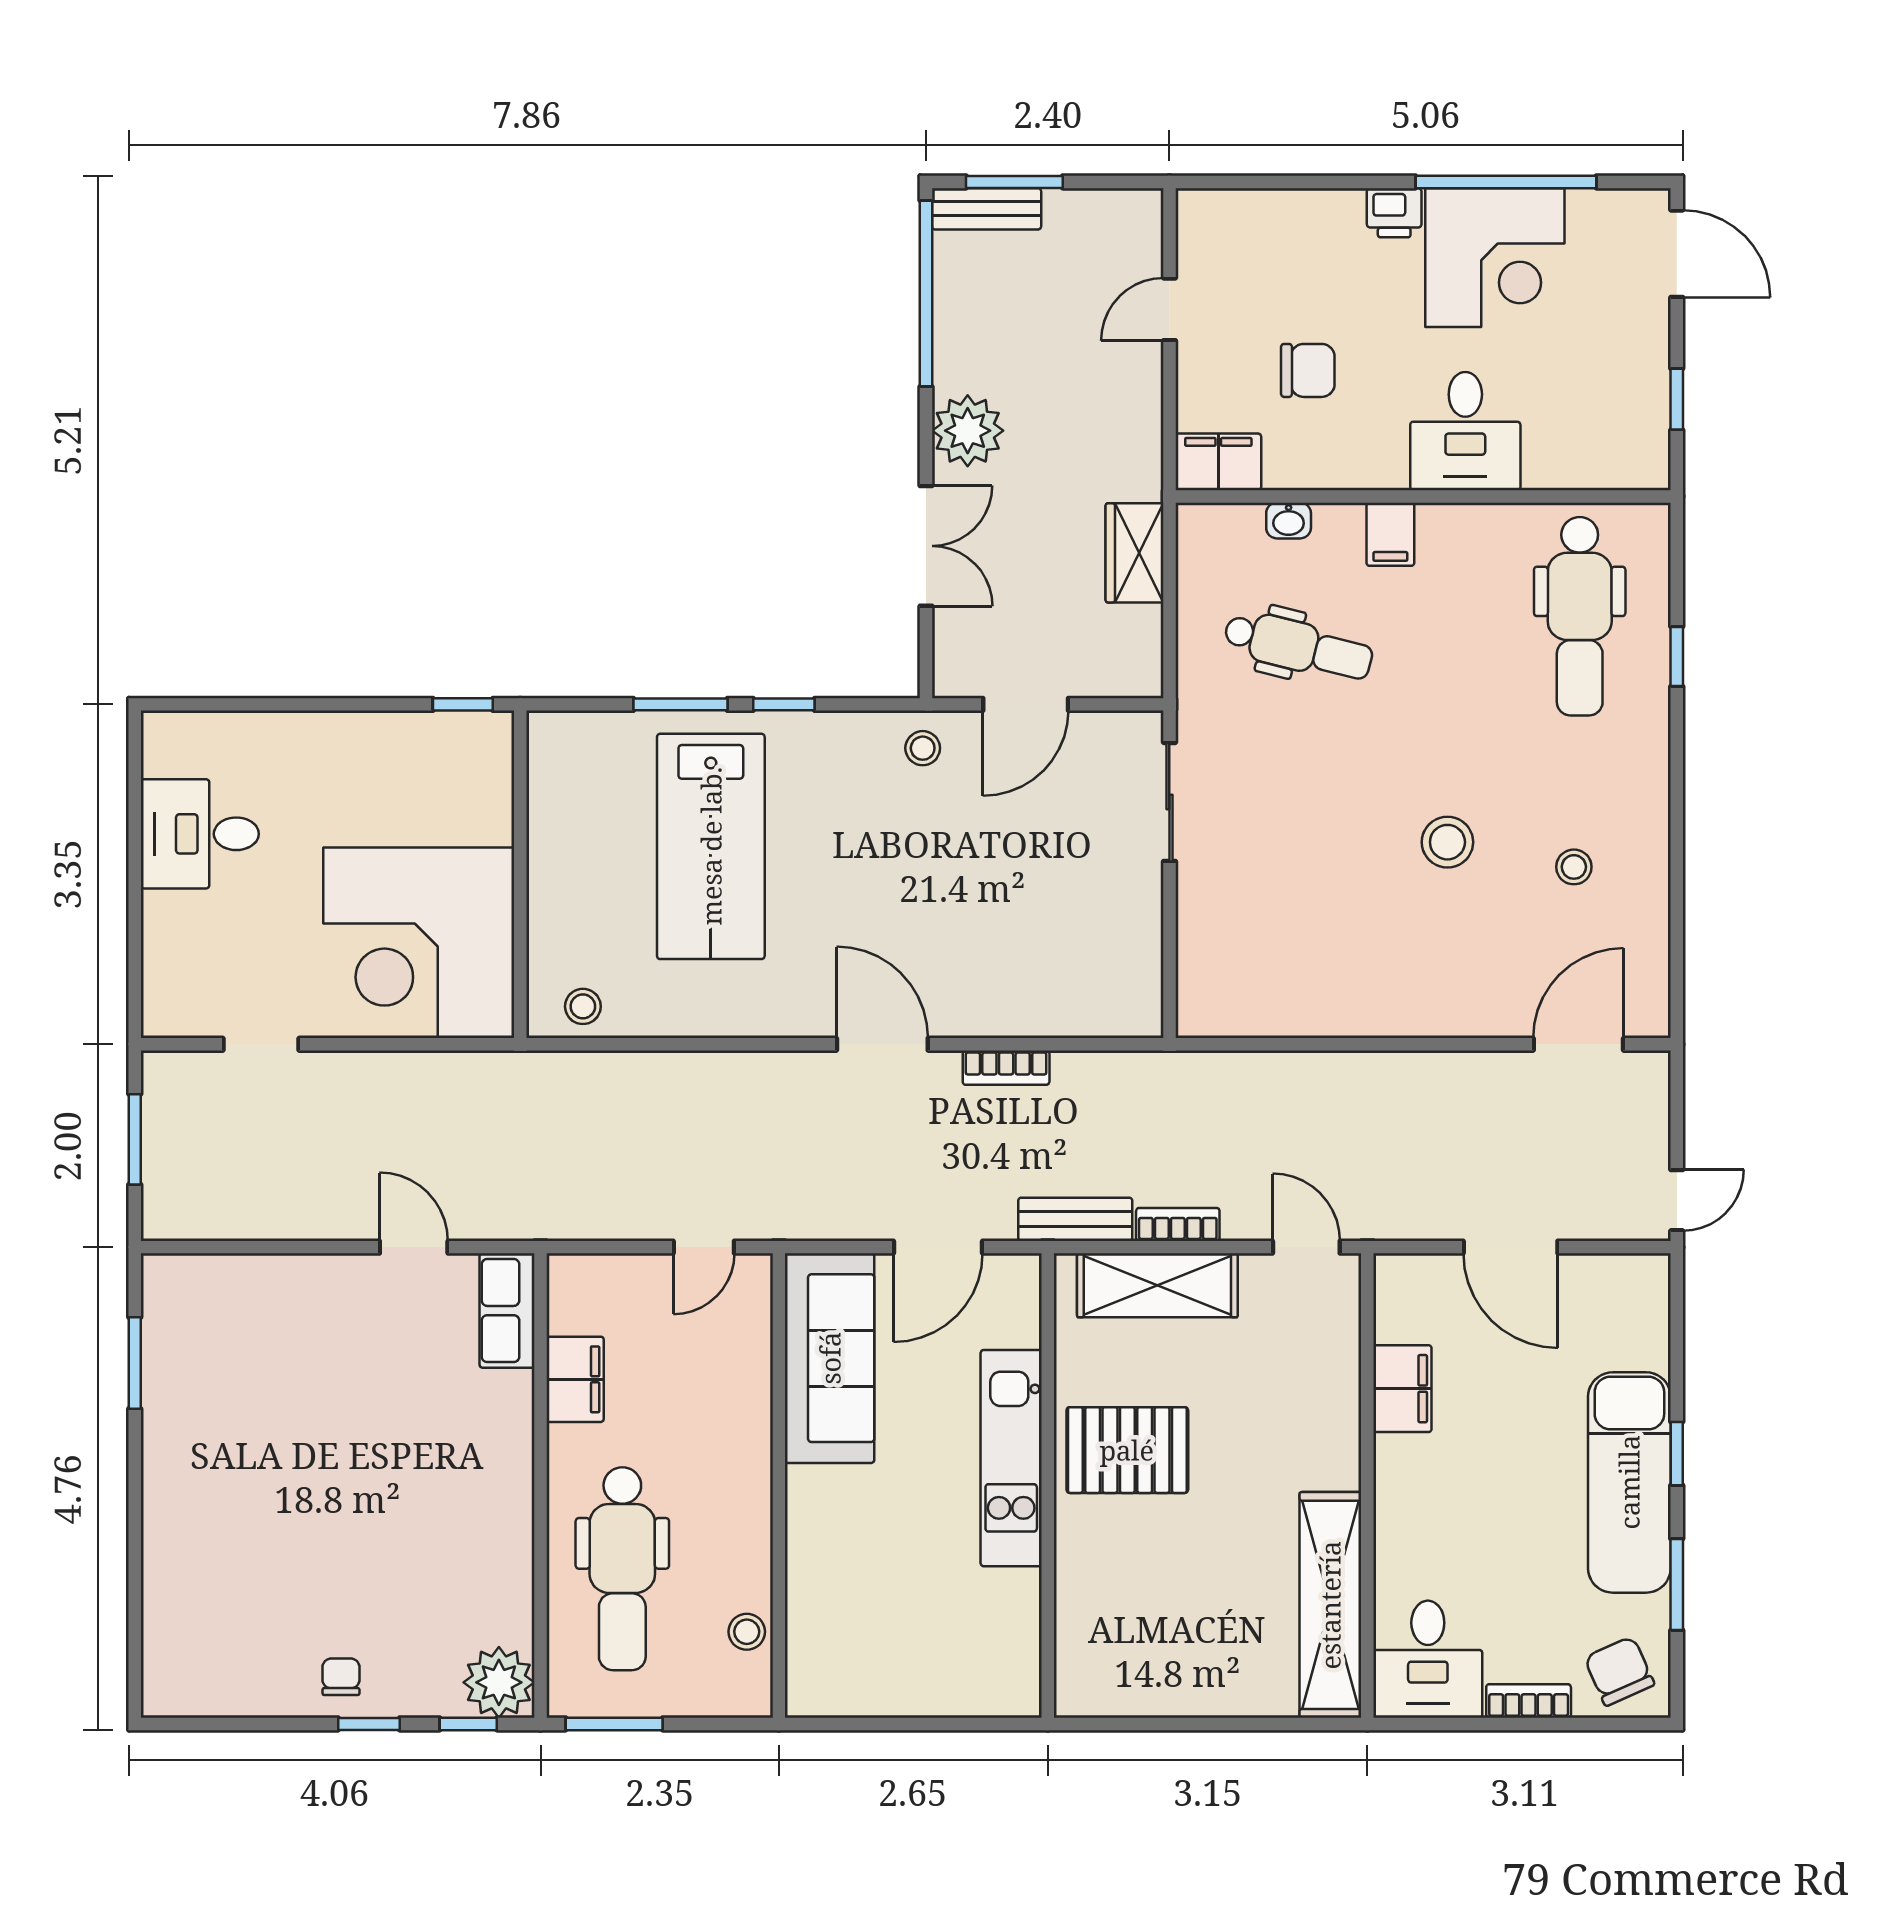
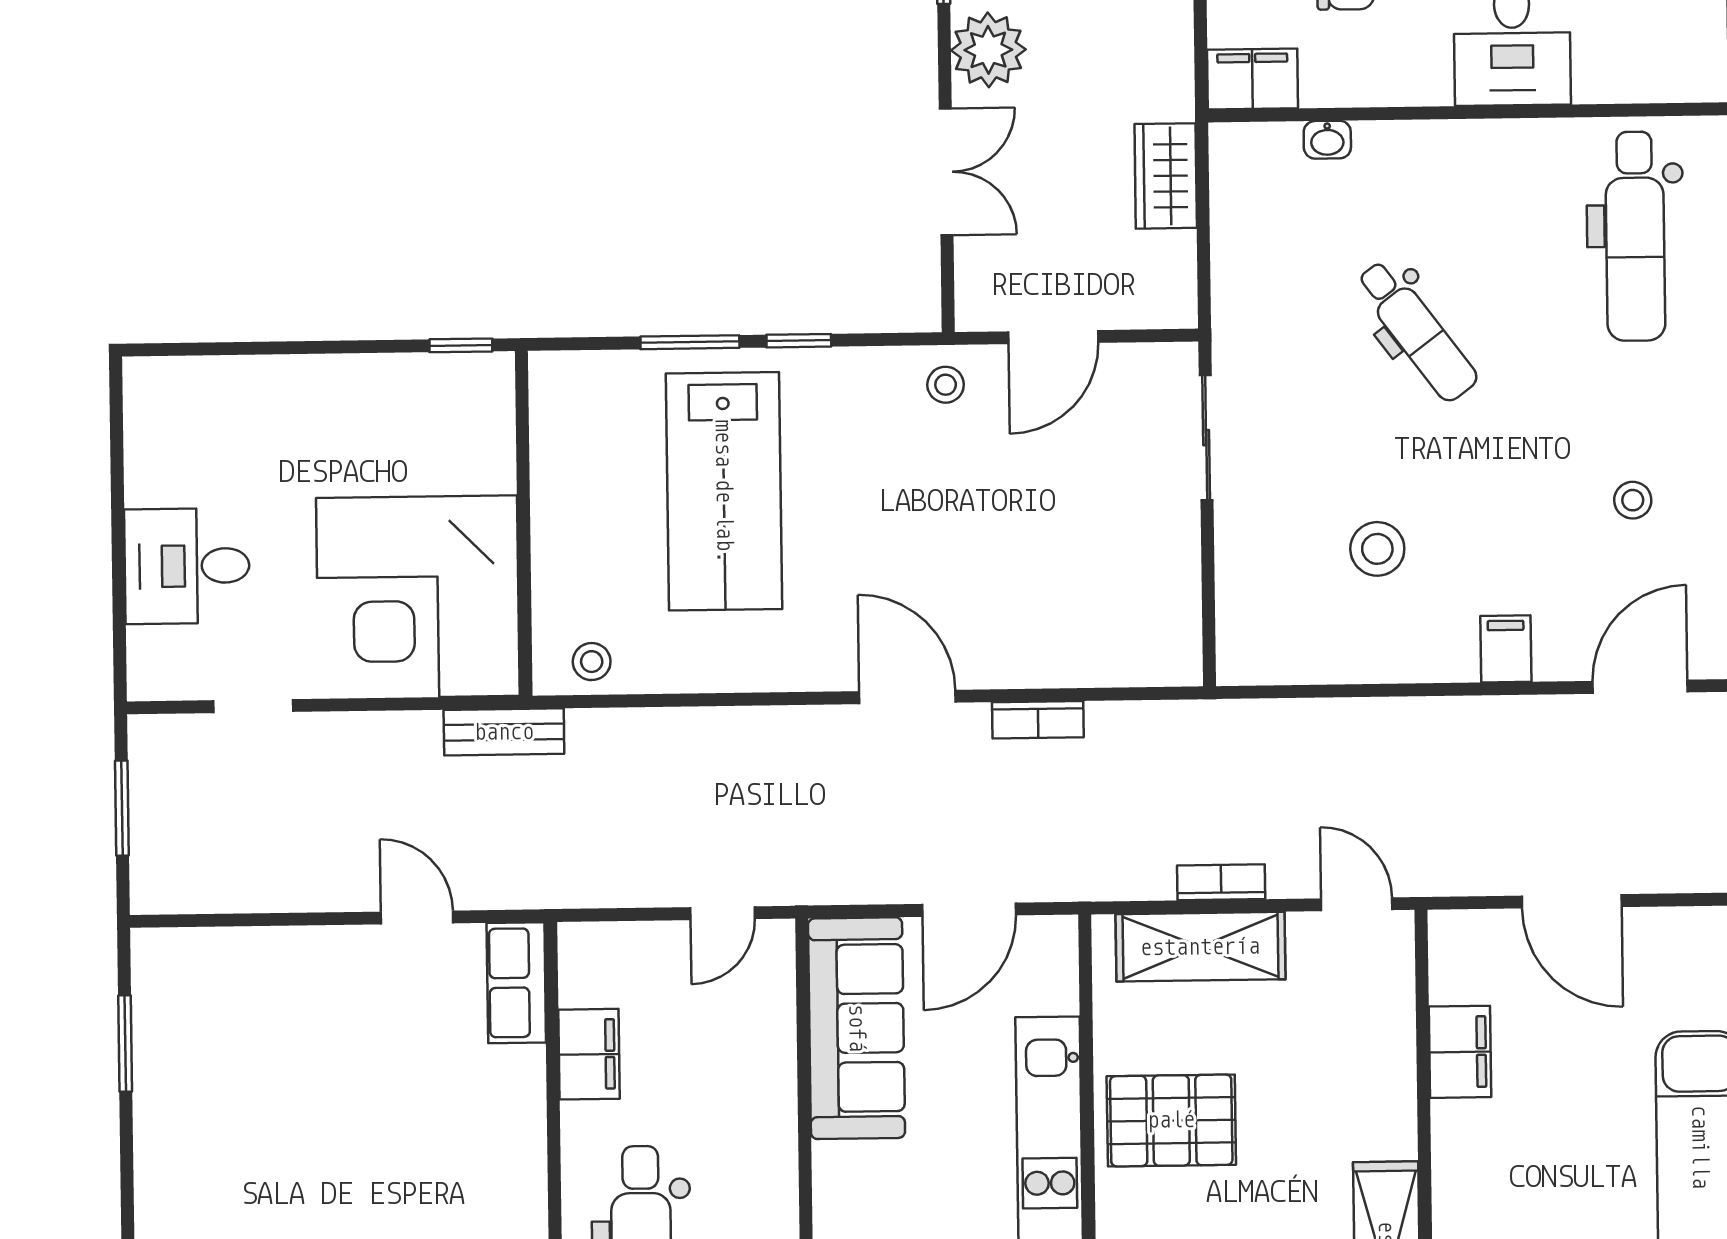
filing cabinet: (1390, 534) -> (1506, 649), moved, turned 180
dental chair: (1298, 646) -> (1417, 331), moved, turned 39
desk: (200, 834) -> (187, 566), moved
stool: (1447, 842) -> (1377, 549), moved
bench: (1075, 1219) -> (504, 732), moved

